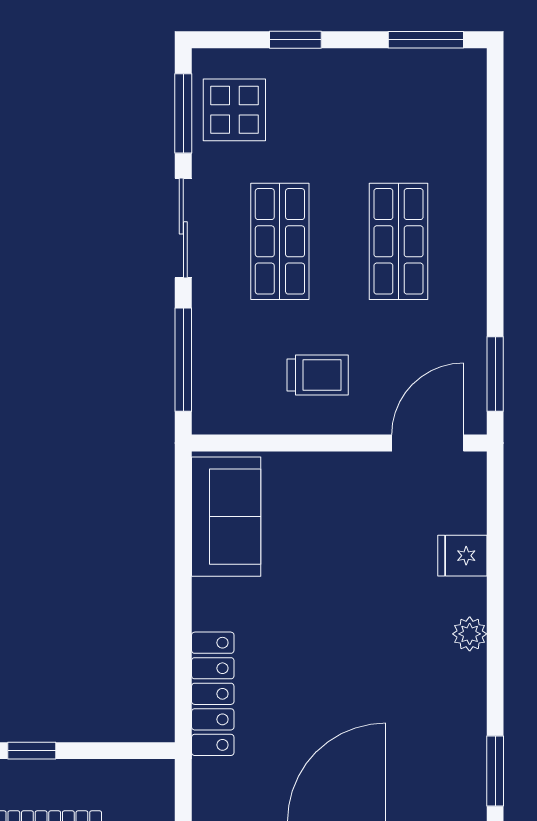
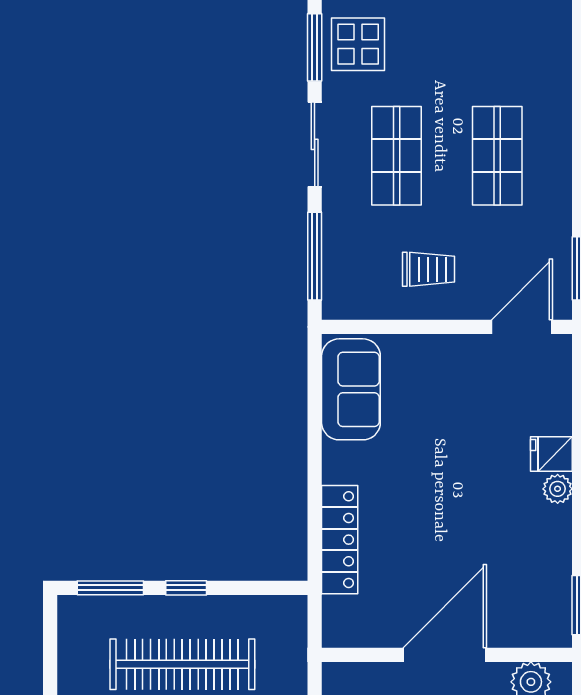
fridge: (462, 556) -> (551, 454), moved

